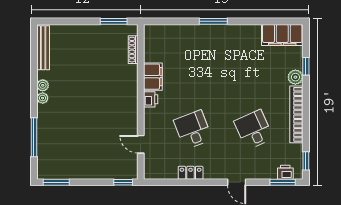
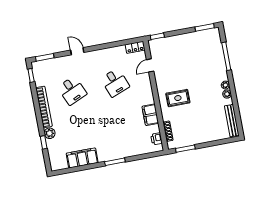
filing cabinet: (282, 35) -> (82, 158), moved
rug: (111, 92) -> (178, 98), added
printer: (151, 99) -> (156, 139), moved
door: (141, 144) -> (150, 65), swing flipped
printer: (285, 172) -> (44, 65), removed
locker: (191, 173) -> (135, 47), moved

